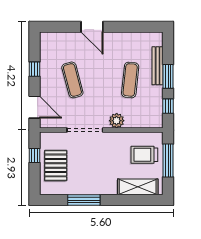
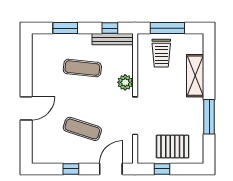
bench: (158, 66) -> (112, 39), moved
window: (168, 76) -> (65, 28), moved
exercise mat: (72, 80) -> (82, 129), turned 33
shelving: (138, 187) -> (195, 76), moved

